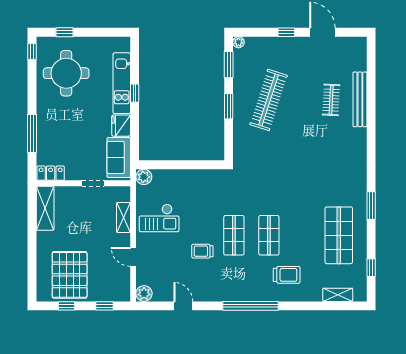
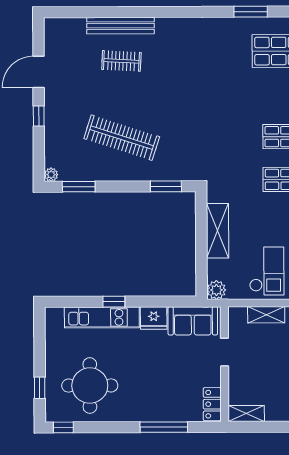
window: (229, 106) -> (166, 186), moved
shelving: (192, 178) -> (218, 231), added
shelving: (45, 208) -> (246, 413), width x0.67, depth x0.75

